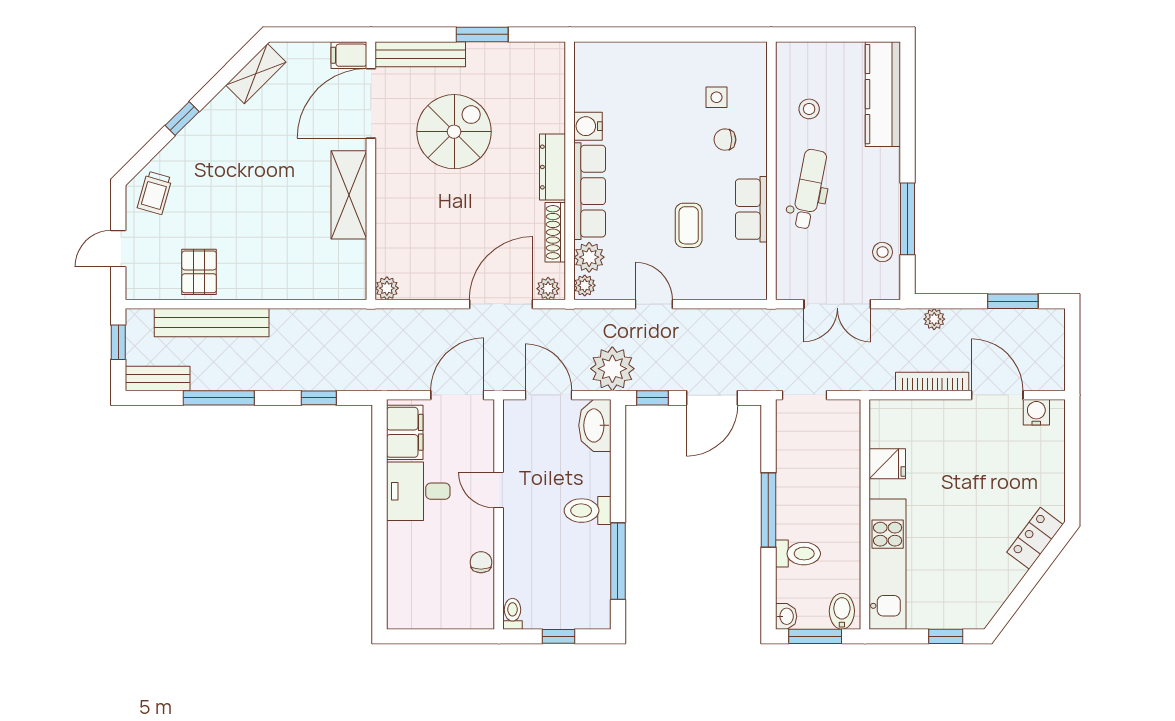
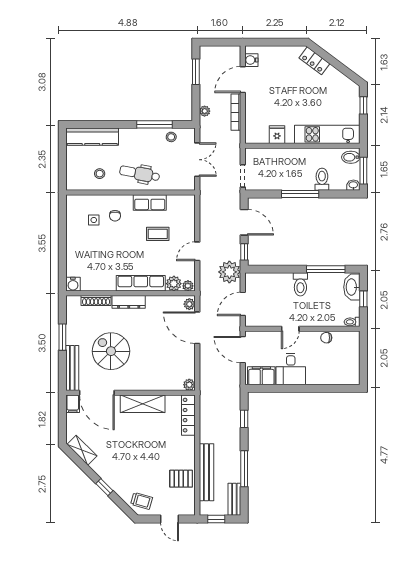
water cooler: (588, 126) -> (73, 284), moved
shoe rack: (555, 232) -> (96, 301), moved
locker: (326, 286) -> (188, 415), added
washbasin: (595, 425) -> (352, 287), moved, turned 90

